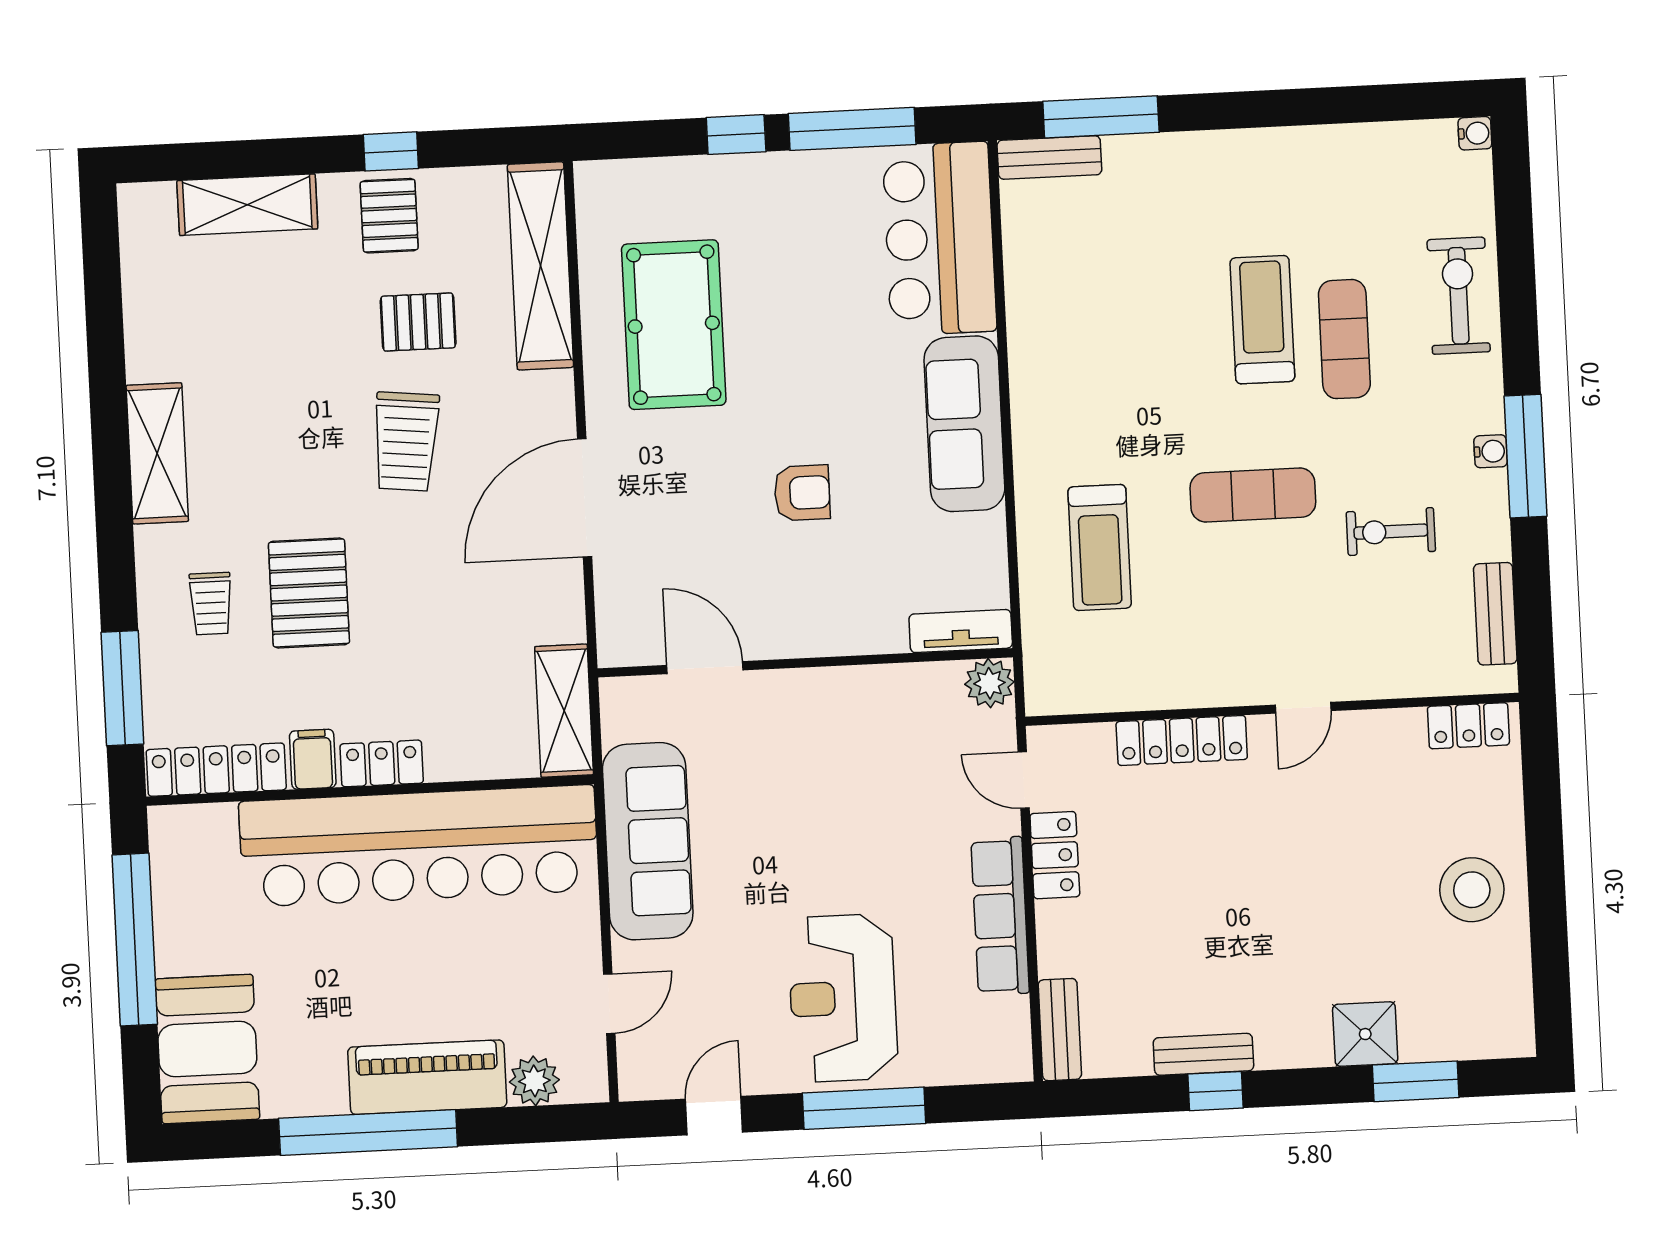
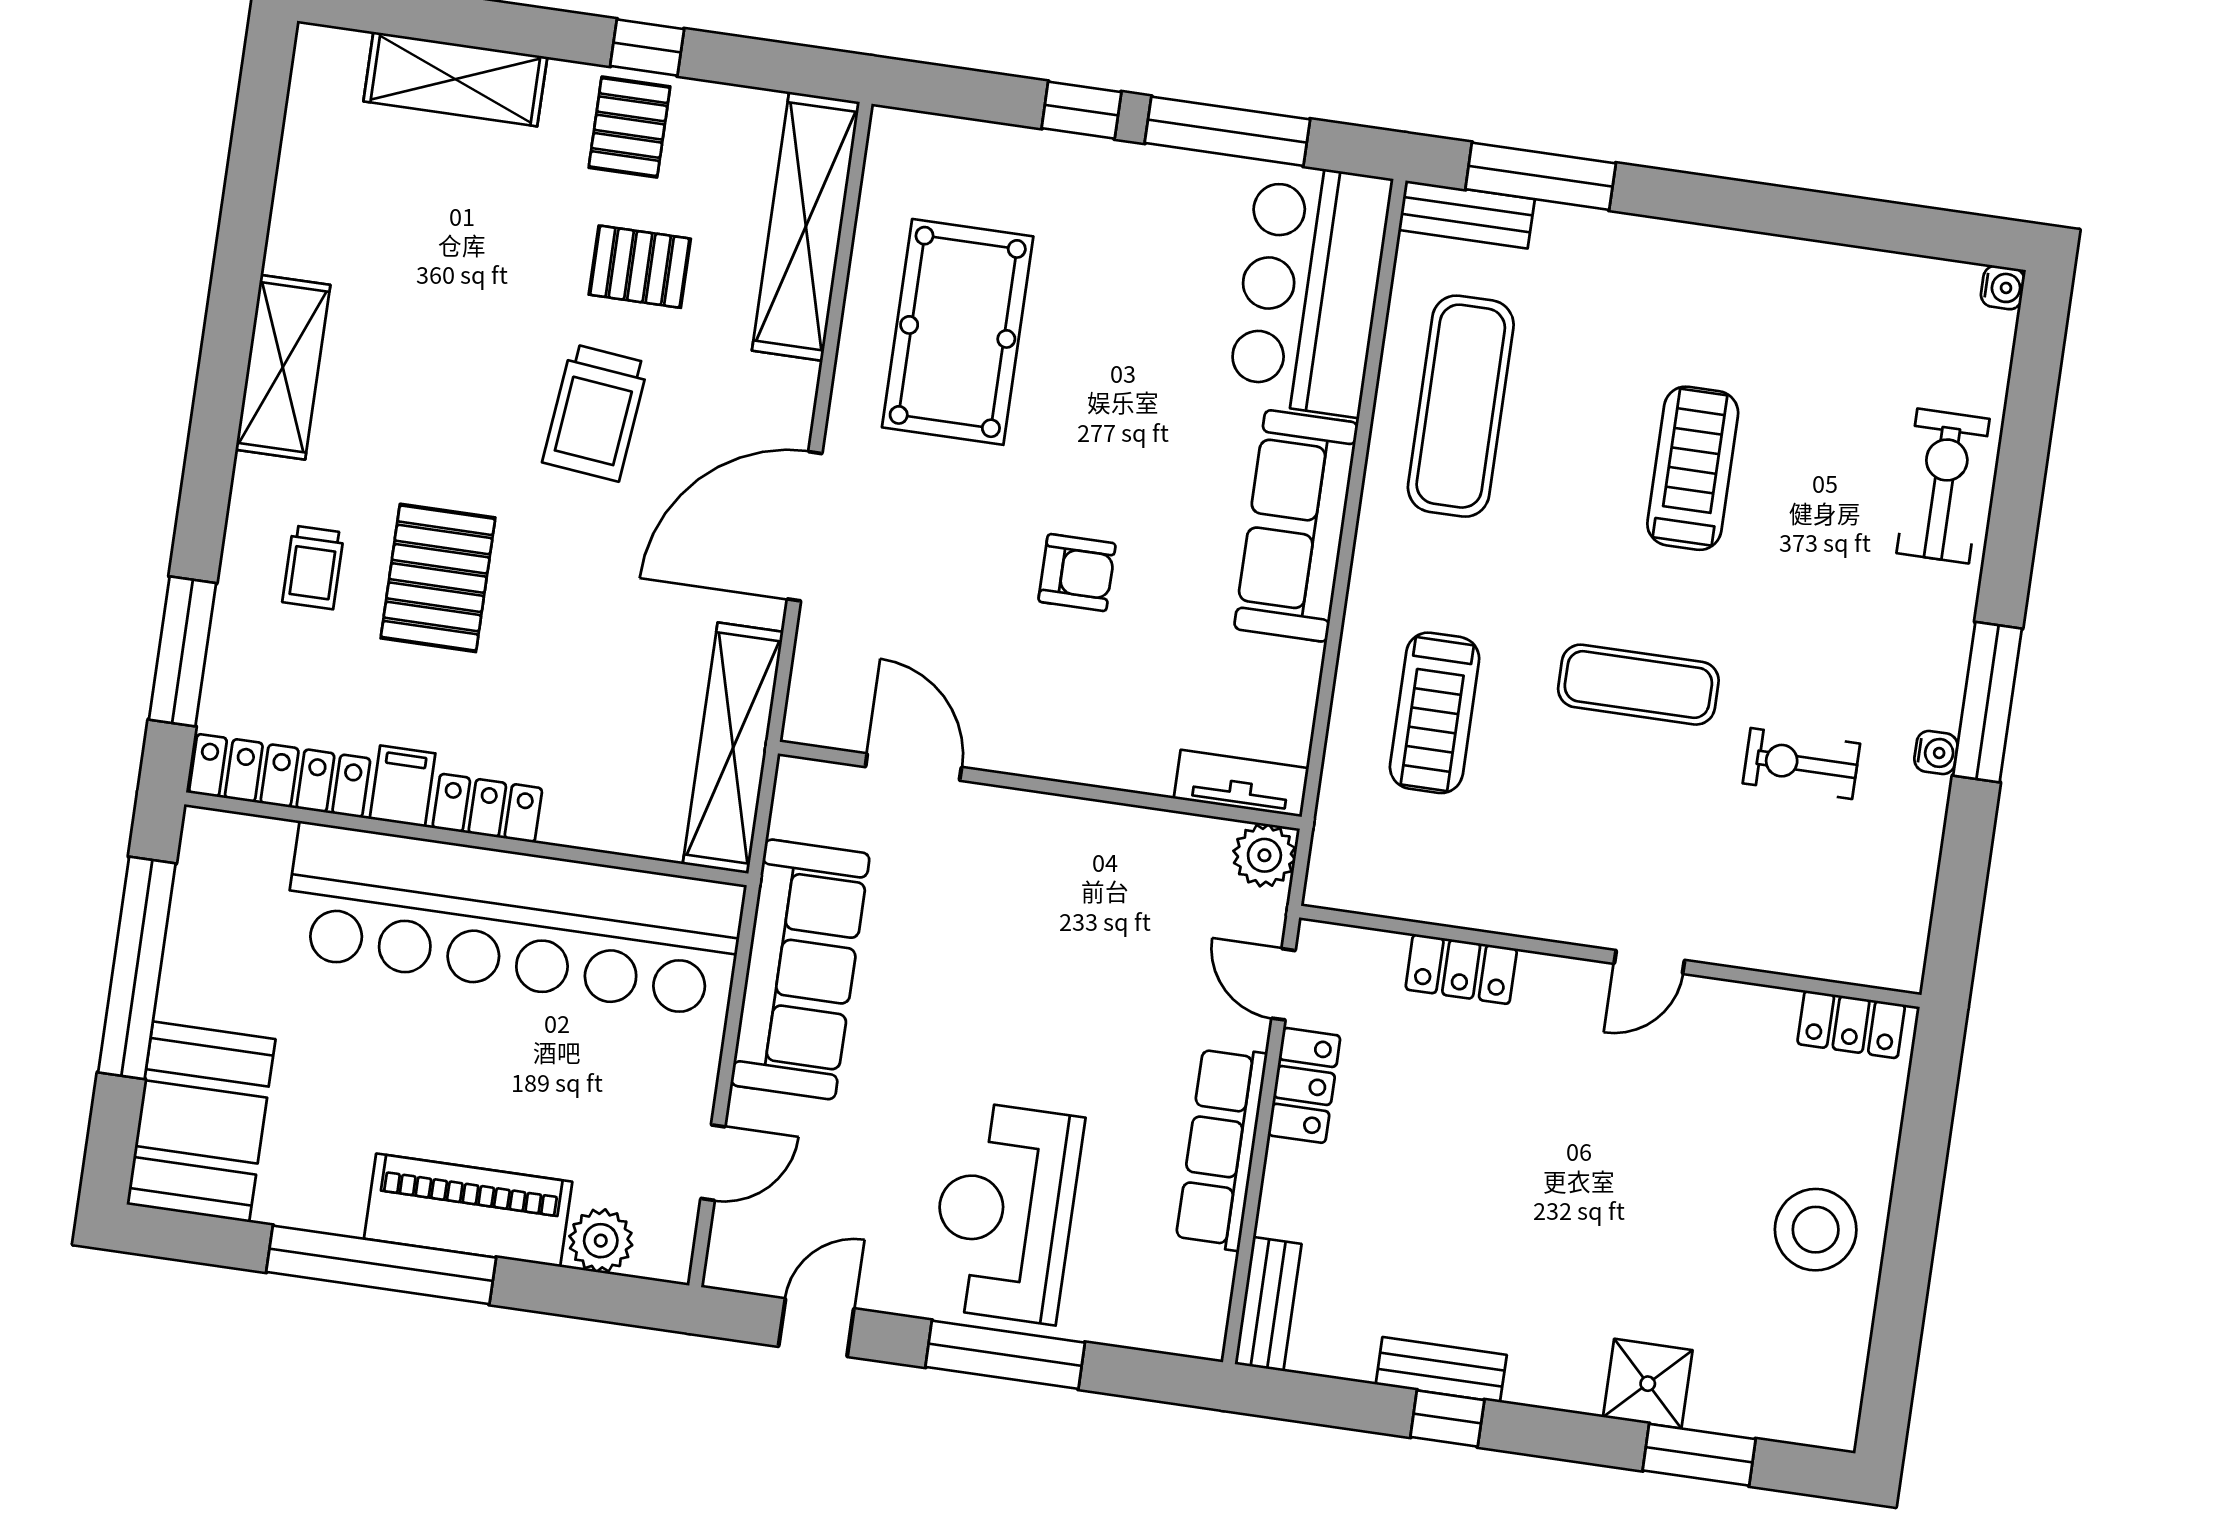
exercise mat: (1344, 339) -> (1461, 406), moved, width x1.36, depth x1.45
water cooler: (1491, 451) -> (1936, 752), moved
bench: (1495, 614) -> (1912, 891), removed
shelving: (564, 711) -> (733, 748), width x1.47
locker: (1182, 740) -> (1461, 969), width x0.66

